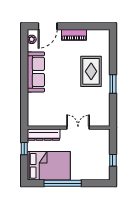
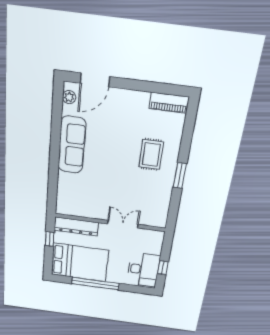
piano: (74, 35) -> (169, 103), moved
rug: (91, 71) -> (151, 154), width x0.73, depth x0.70
desk: (98, 164) -> (143, 270), added

